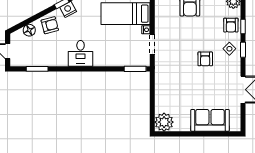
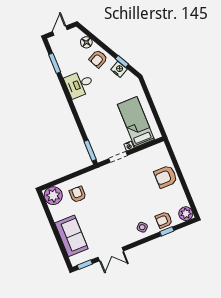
armchair: (50, 25) -> (98, 59), turned 79
window: (243, 50) -> (85, 265), moved
desk: (81, 53) -> (79, 84), moved
armchair: (205, 59) -> (78, 194), moved, turned 90

